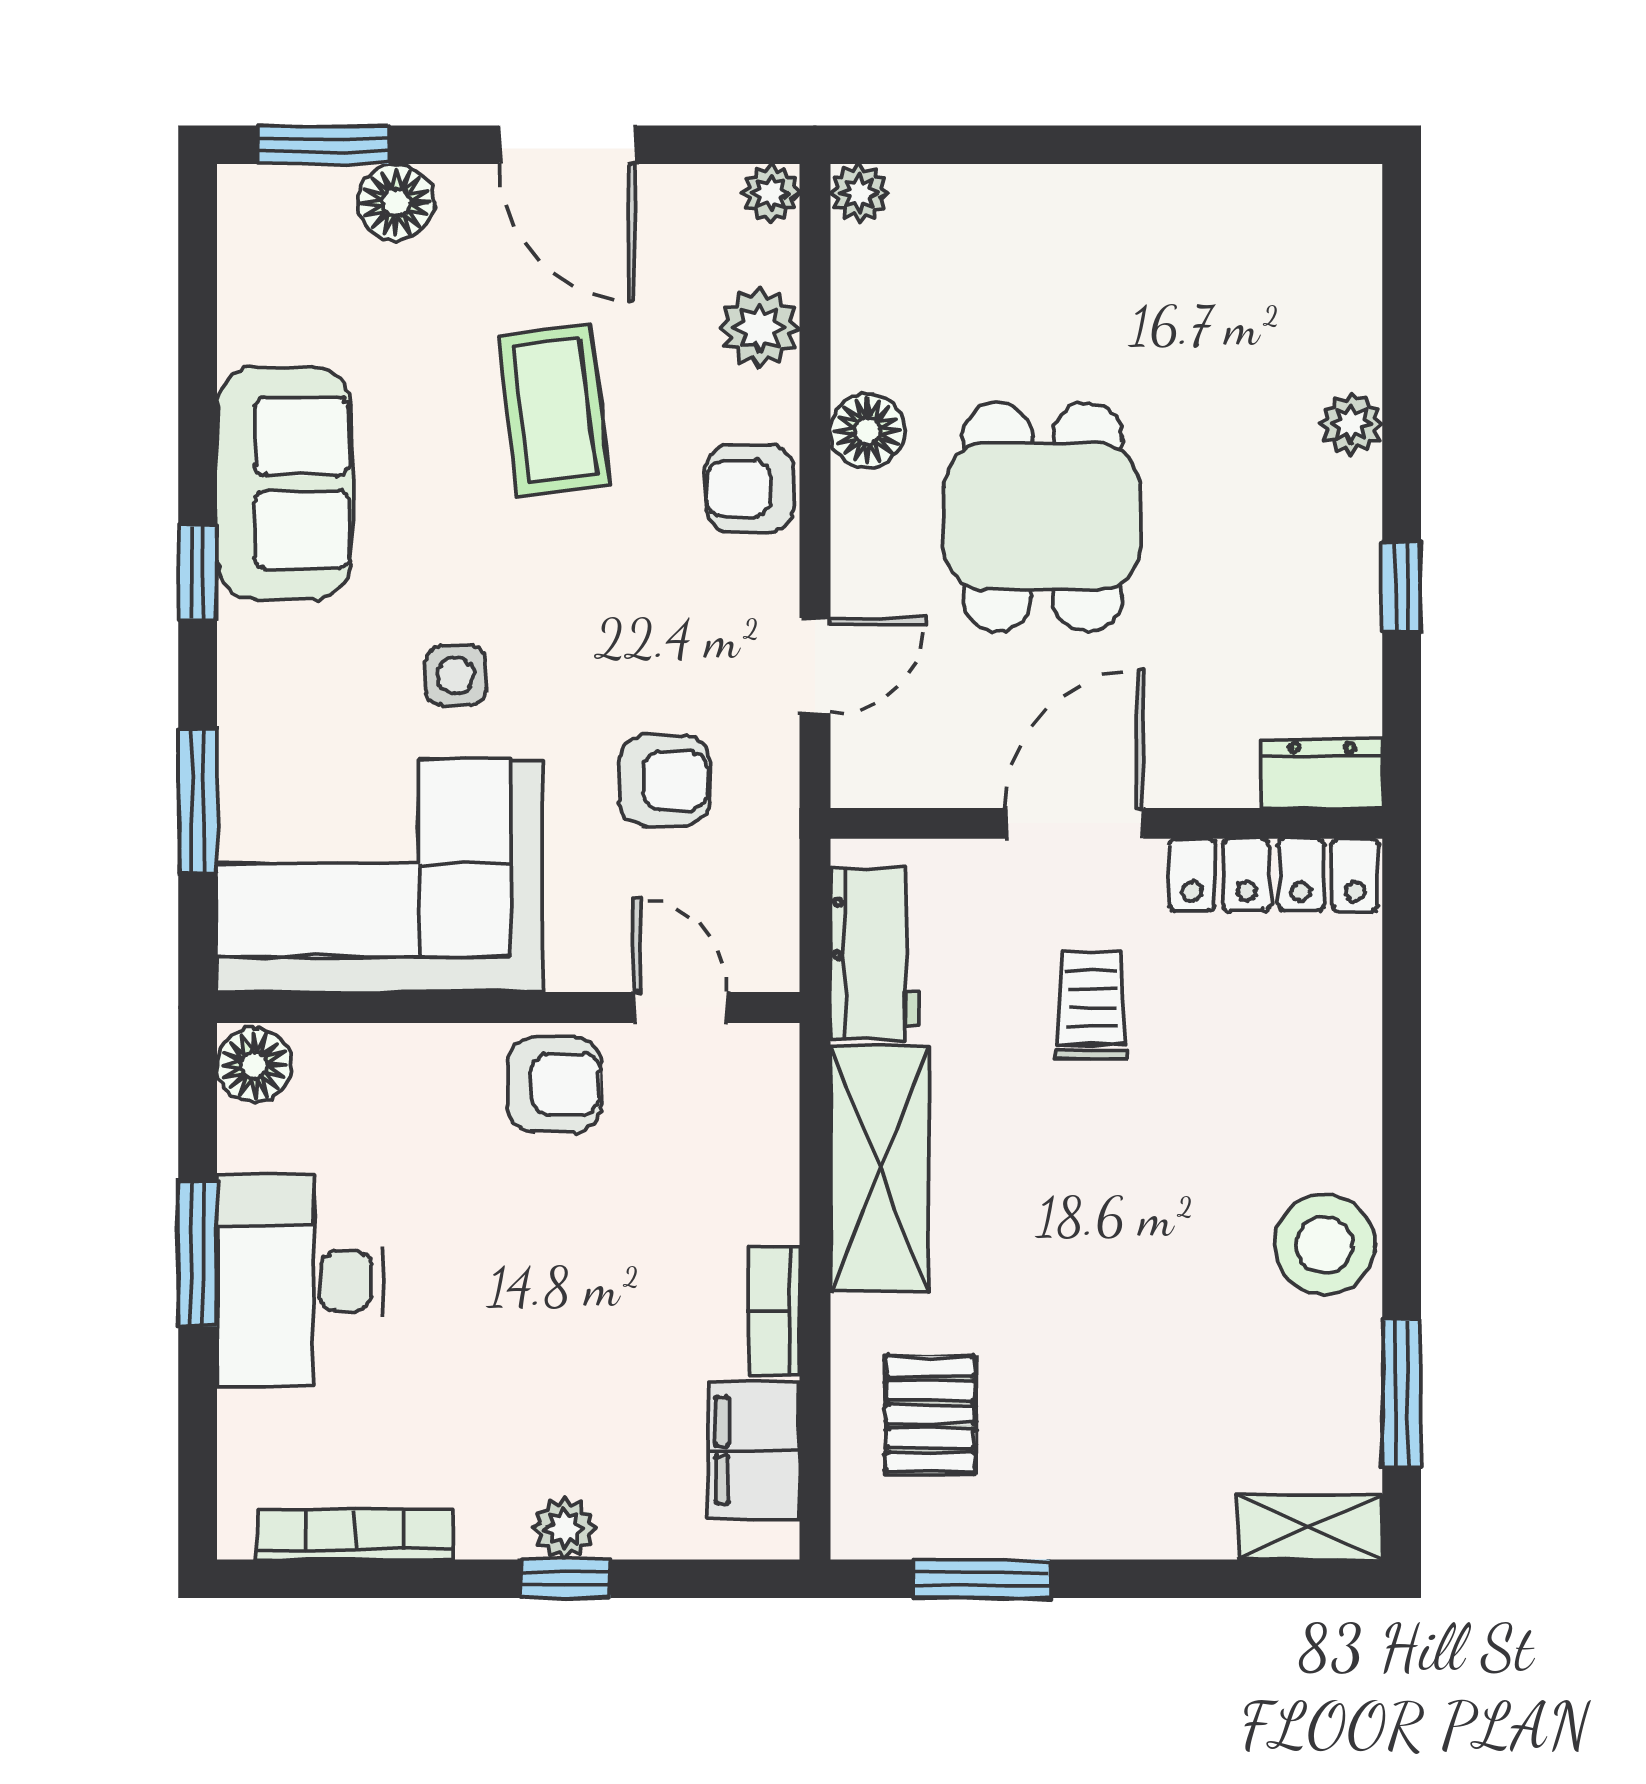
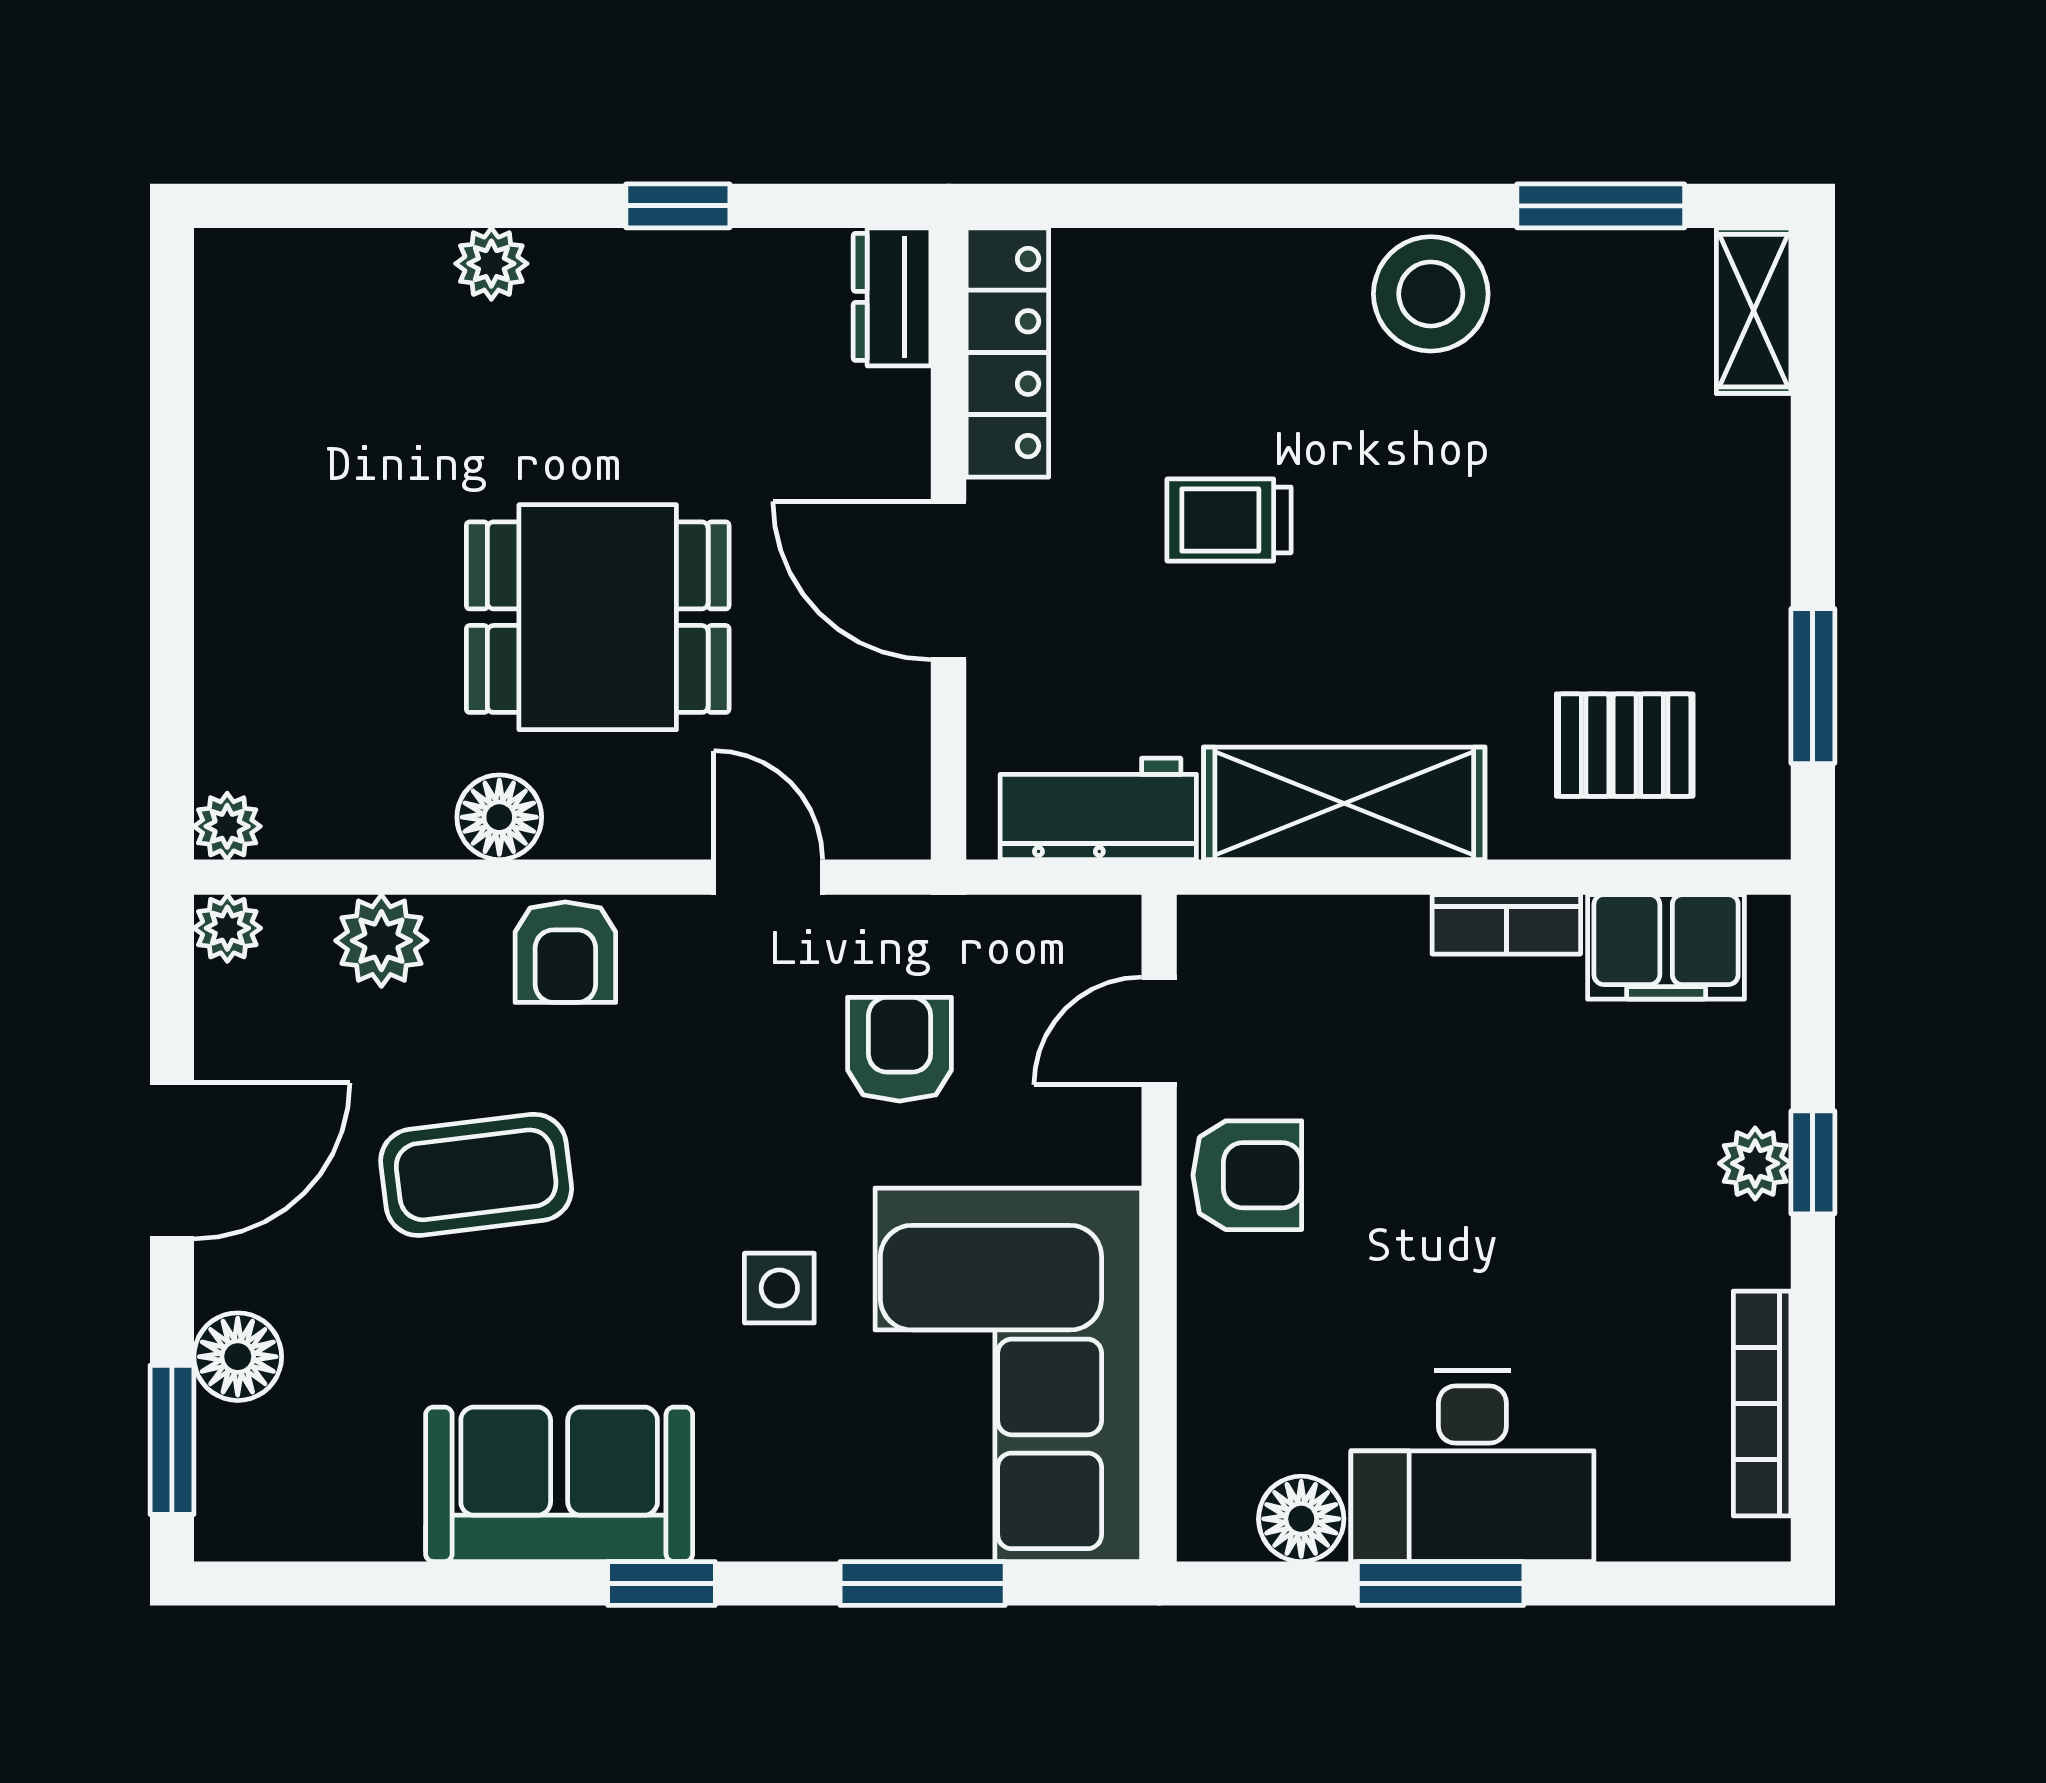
trolley: (1091, 1006) -> (1229, 520), moved
floor lamp: (254, 1065) -> (1301, 1519), moved
armchair: (554, 1084) -> (1247, 1175), turned 90

